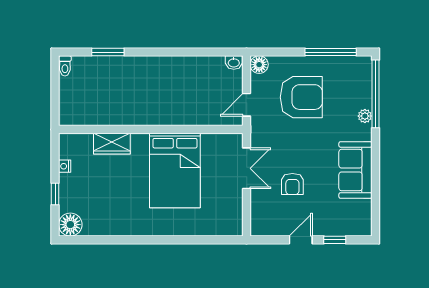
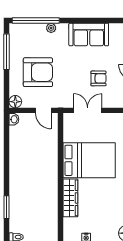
armchair: (301, 97) -> (38, 72), turned 90
wardrobe: (112, 144) -> (70, 198), width x1.50

